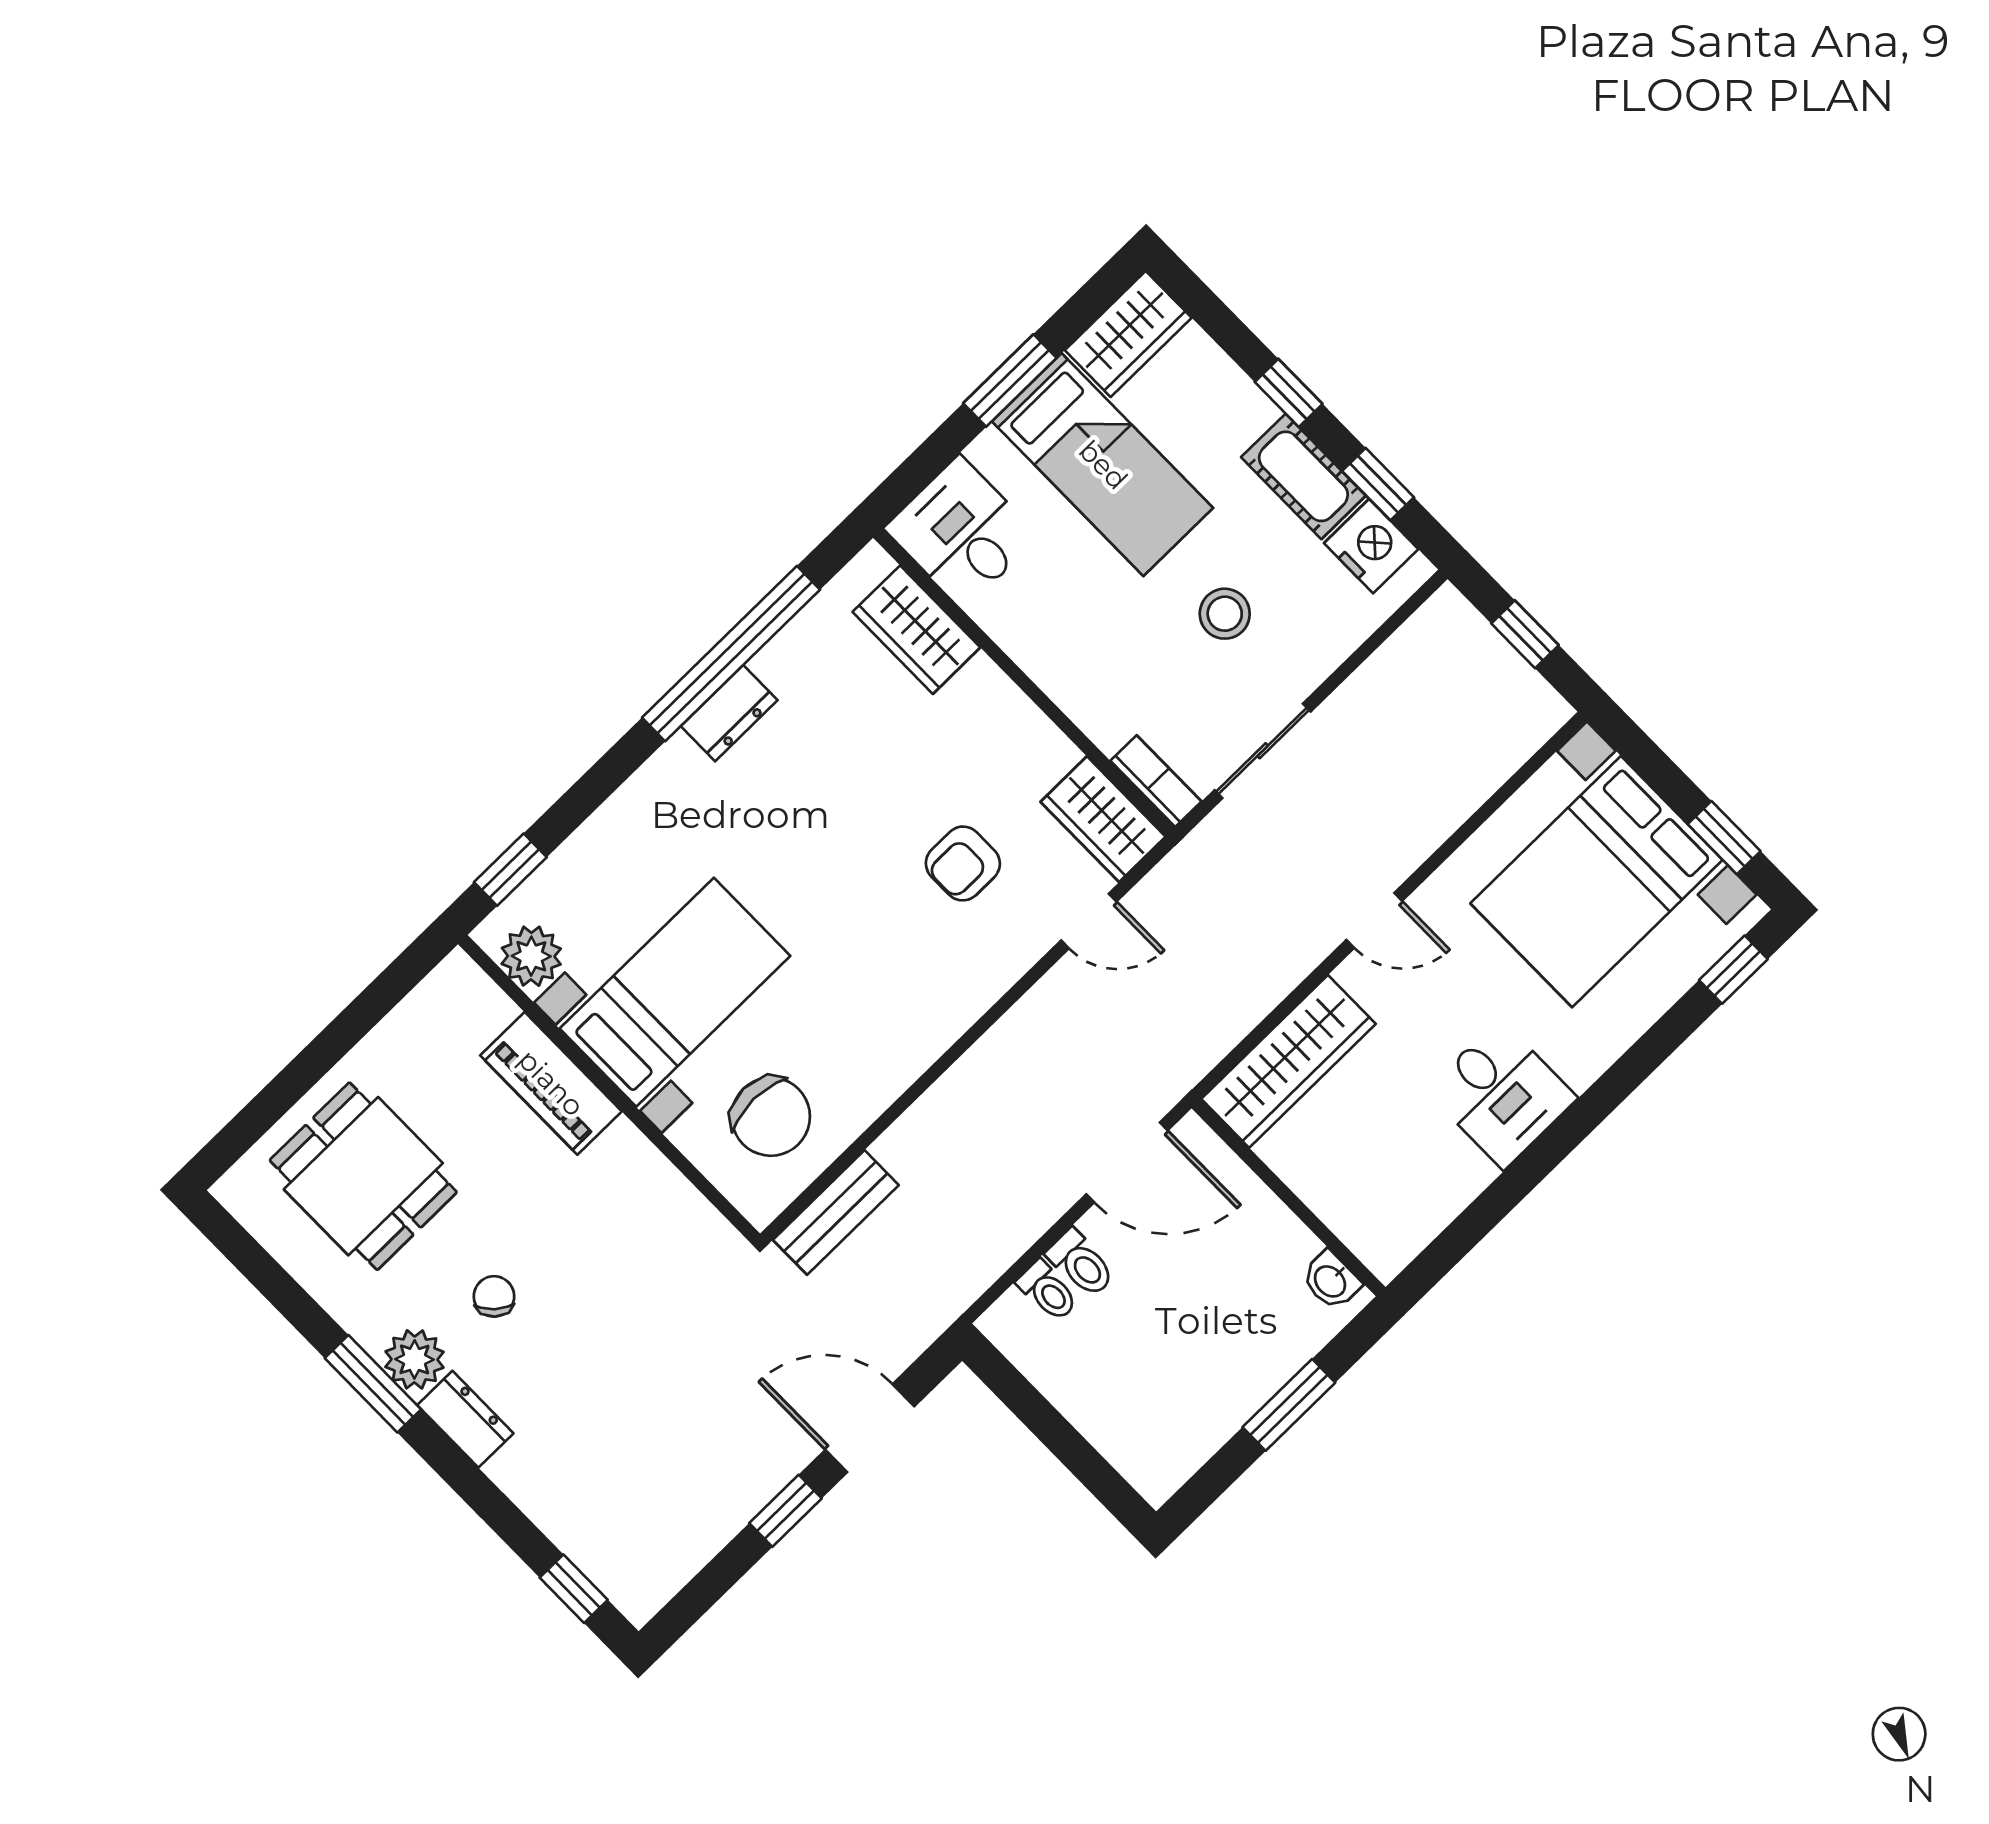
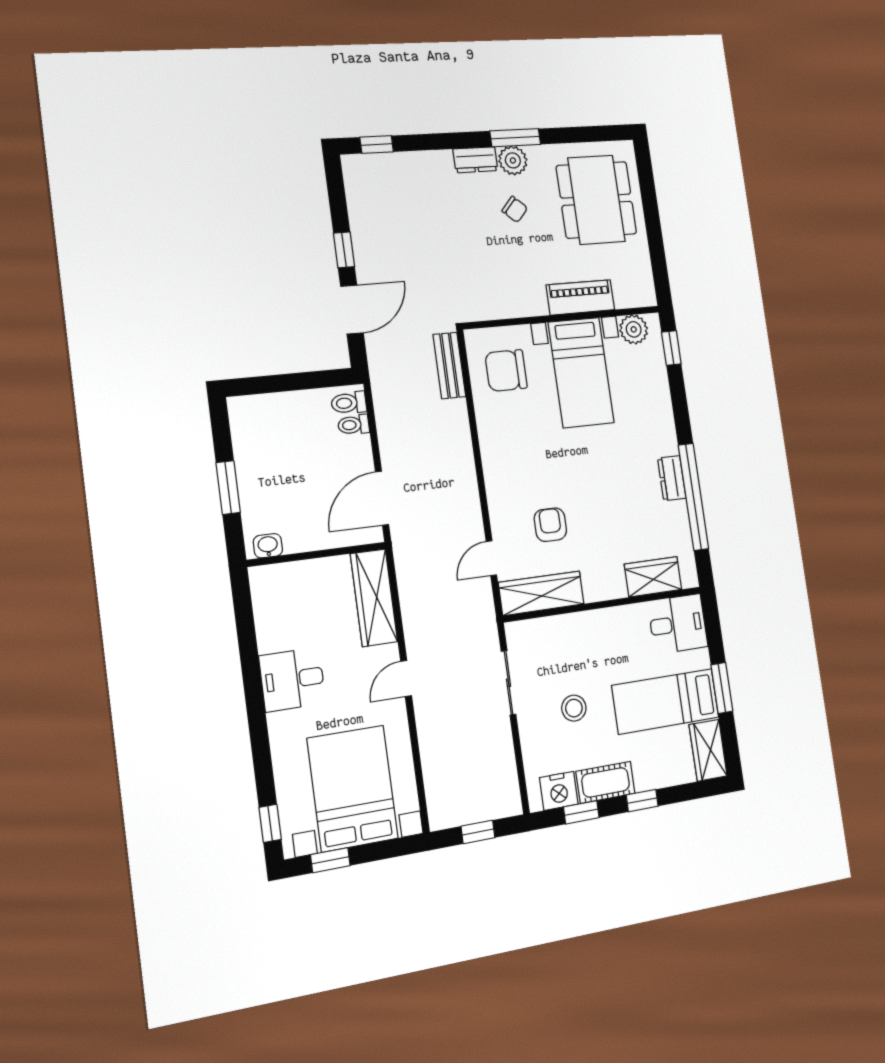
bookcase: (1156, 781) -> (528, 629), removed
wardrobe: (1103, 819) -> (541, 593), width x1.50
dining table: (363, 1176) -> (596, 200), width x1.38
toilet: (1081, 1263) -> (349, 403), moved

